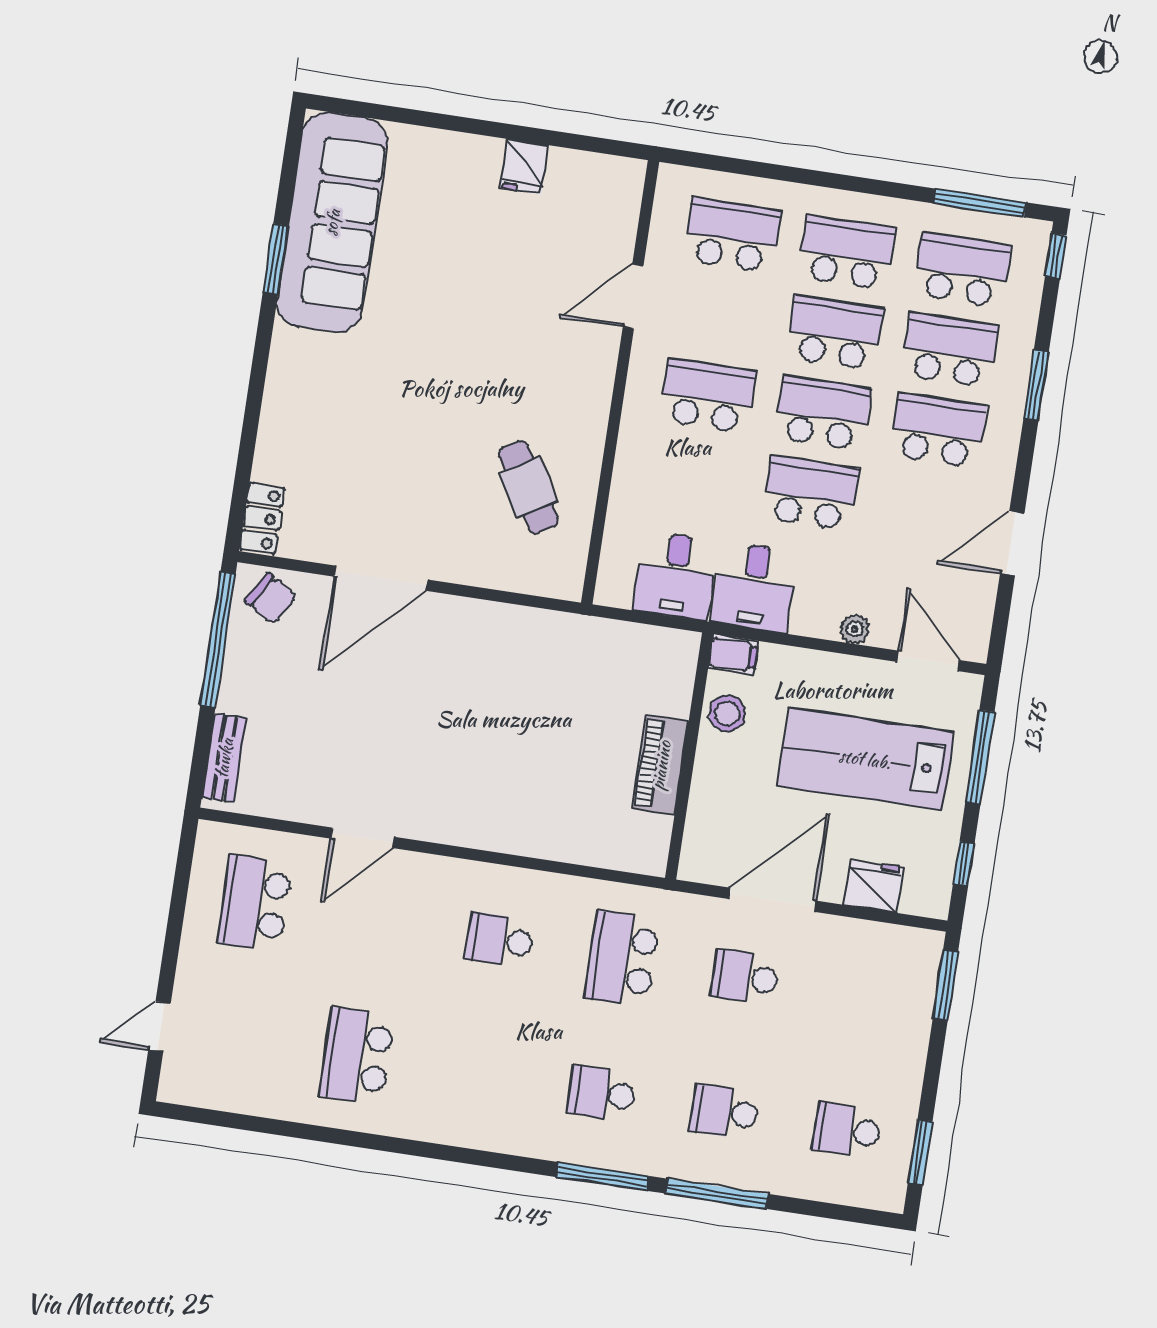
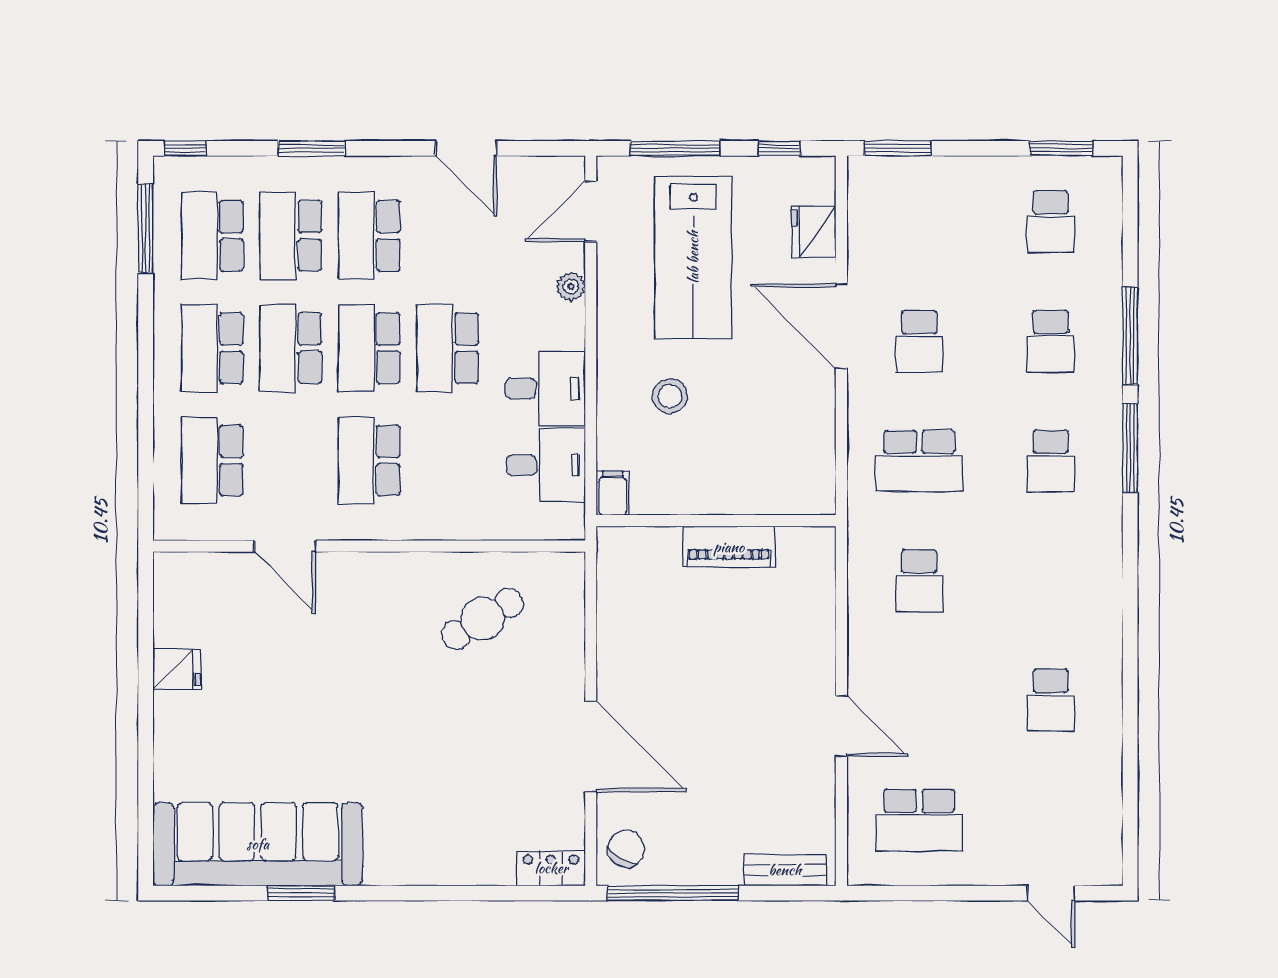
filing cabinet: (733, 654) -> (613, 493), moved
wall: (689, 756) -> (716, 521), moved
piano: (661, 765) -> (729, 547), moved
school desk: (357, 1056) -> (1051, 700), width x0.54

